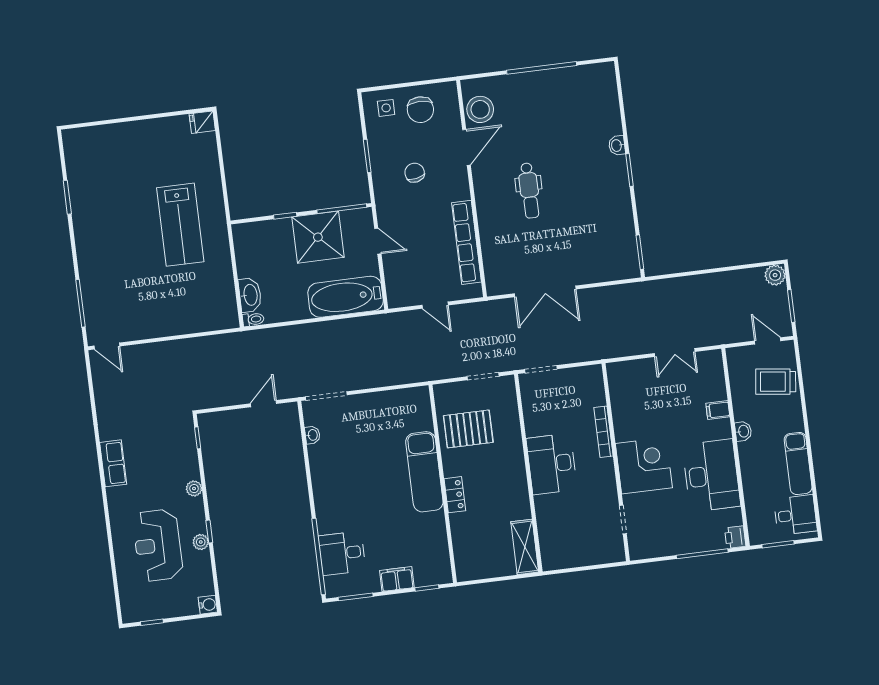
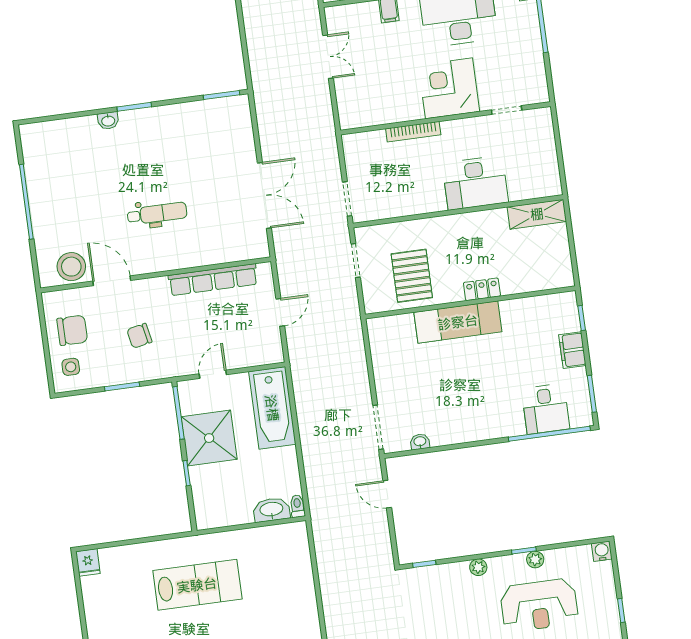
desk: (552, 464) -> (475, 183), moved

